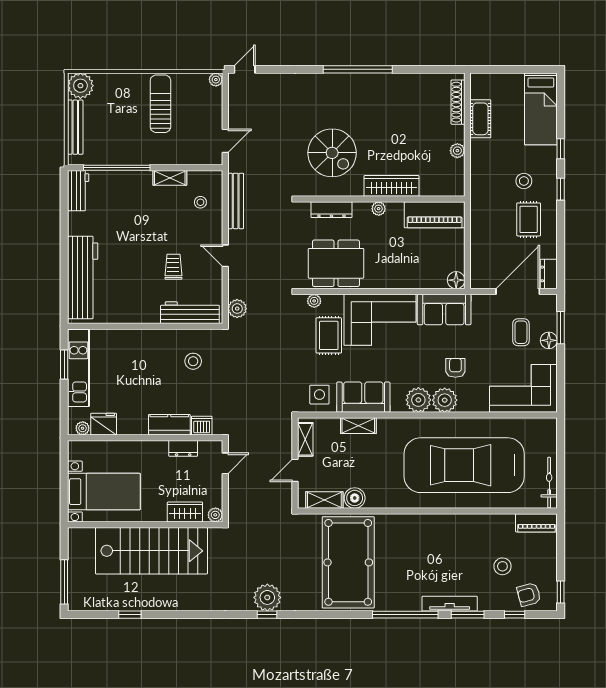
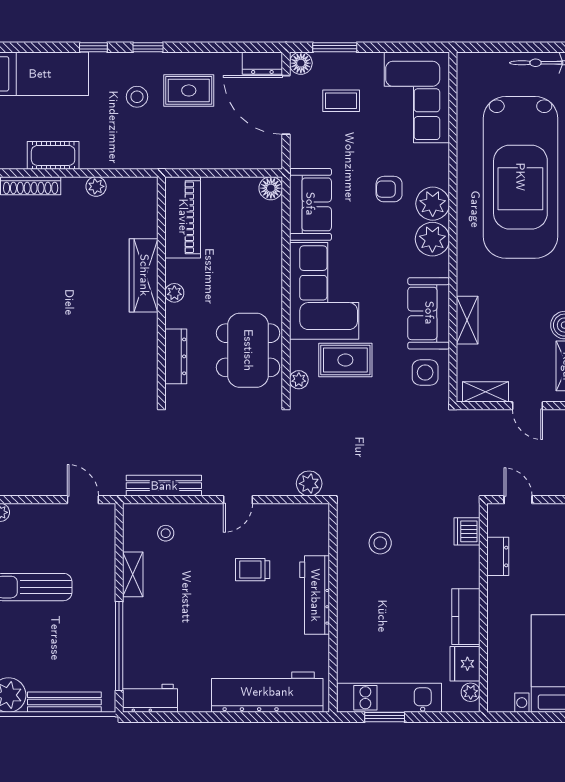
spiral stairs: (332, 153) -> (99, 356), removed
workbench: (190, 313) -> (315, 595), moved
floor lamp: (549, 340) -> (301, 63), moved
kitchen counter: (169, 425) -> (466, 617), moved

